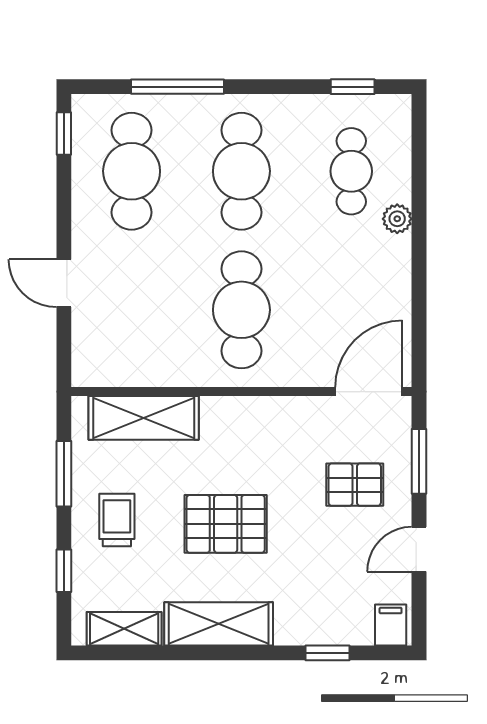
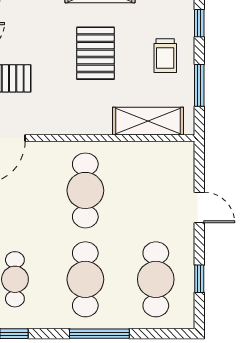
window: (178, 87) -> (99, 334), moved
window: (64, 134) -> (199, 279), moved
pallet: (226, 524) -> (95, 53), turned 90

